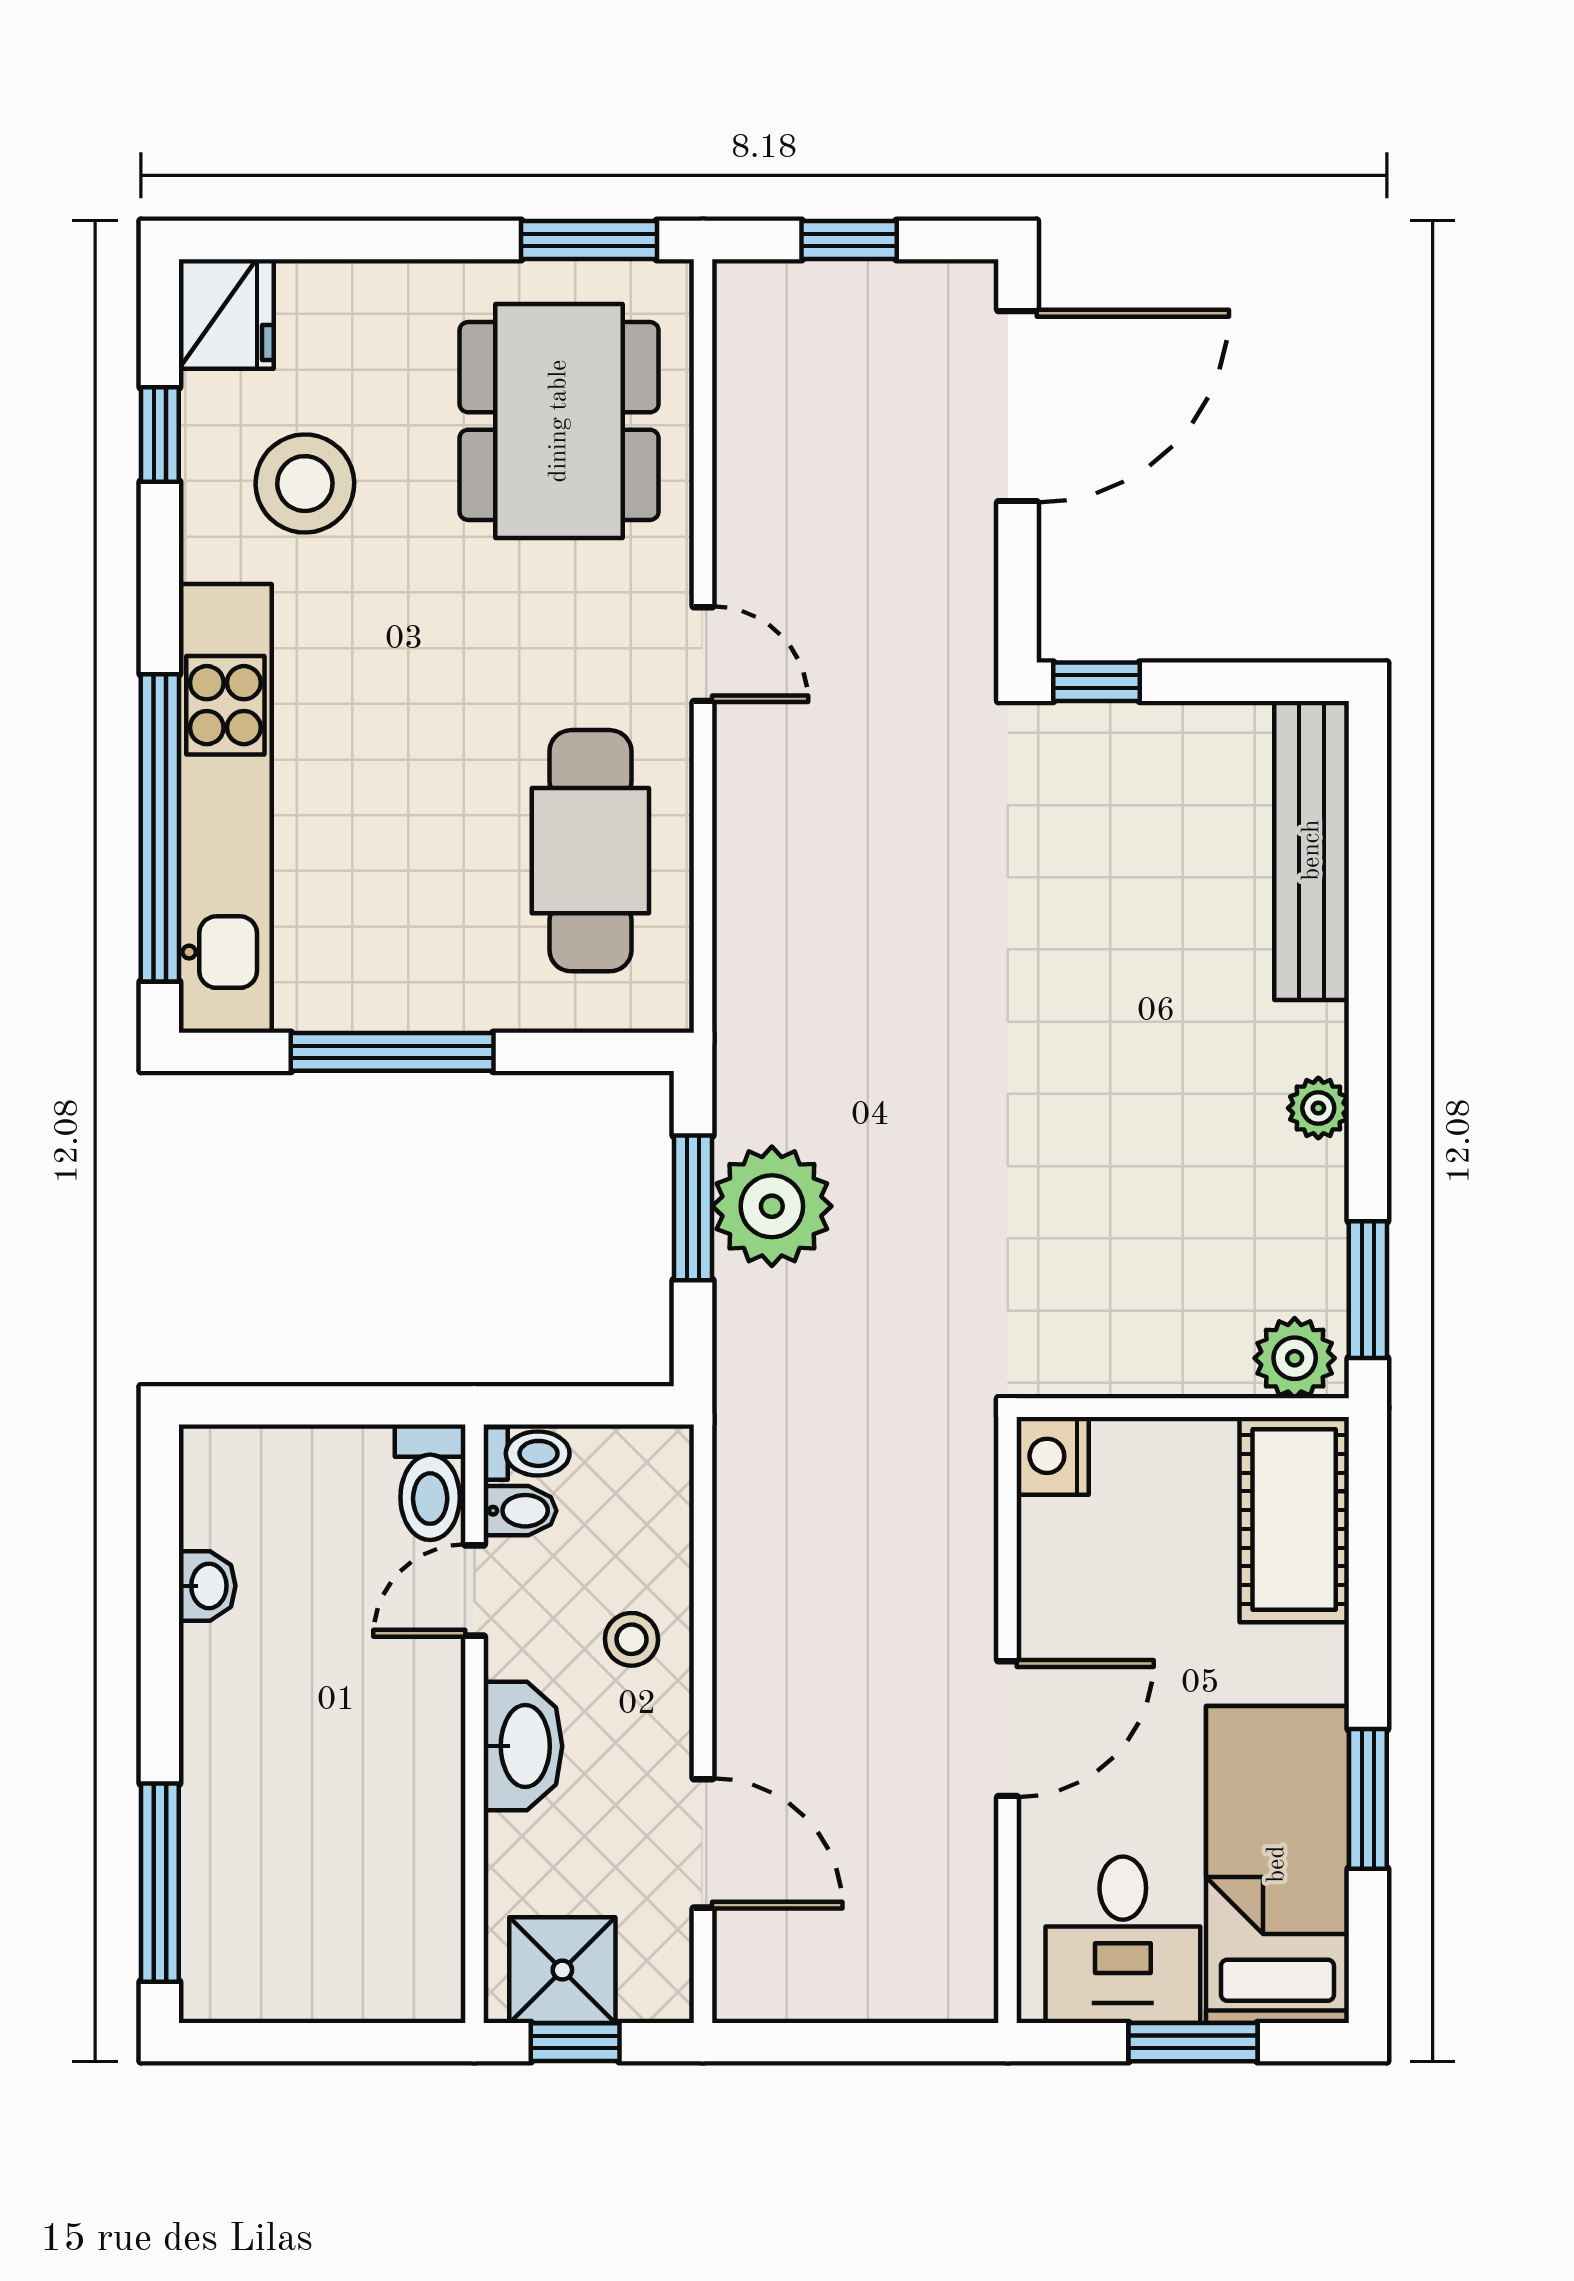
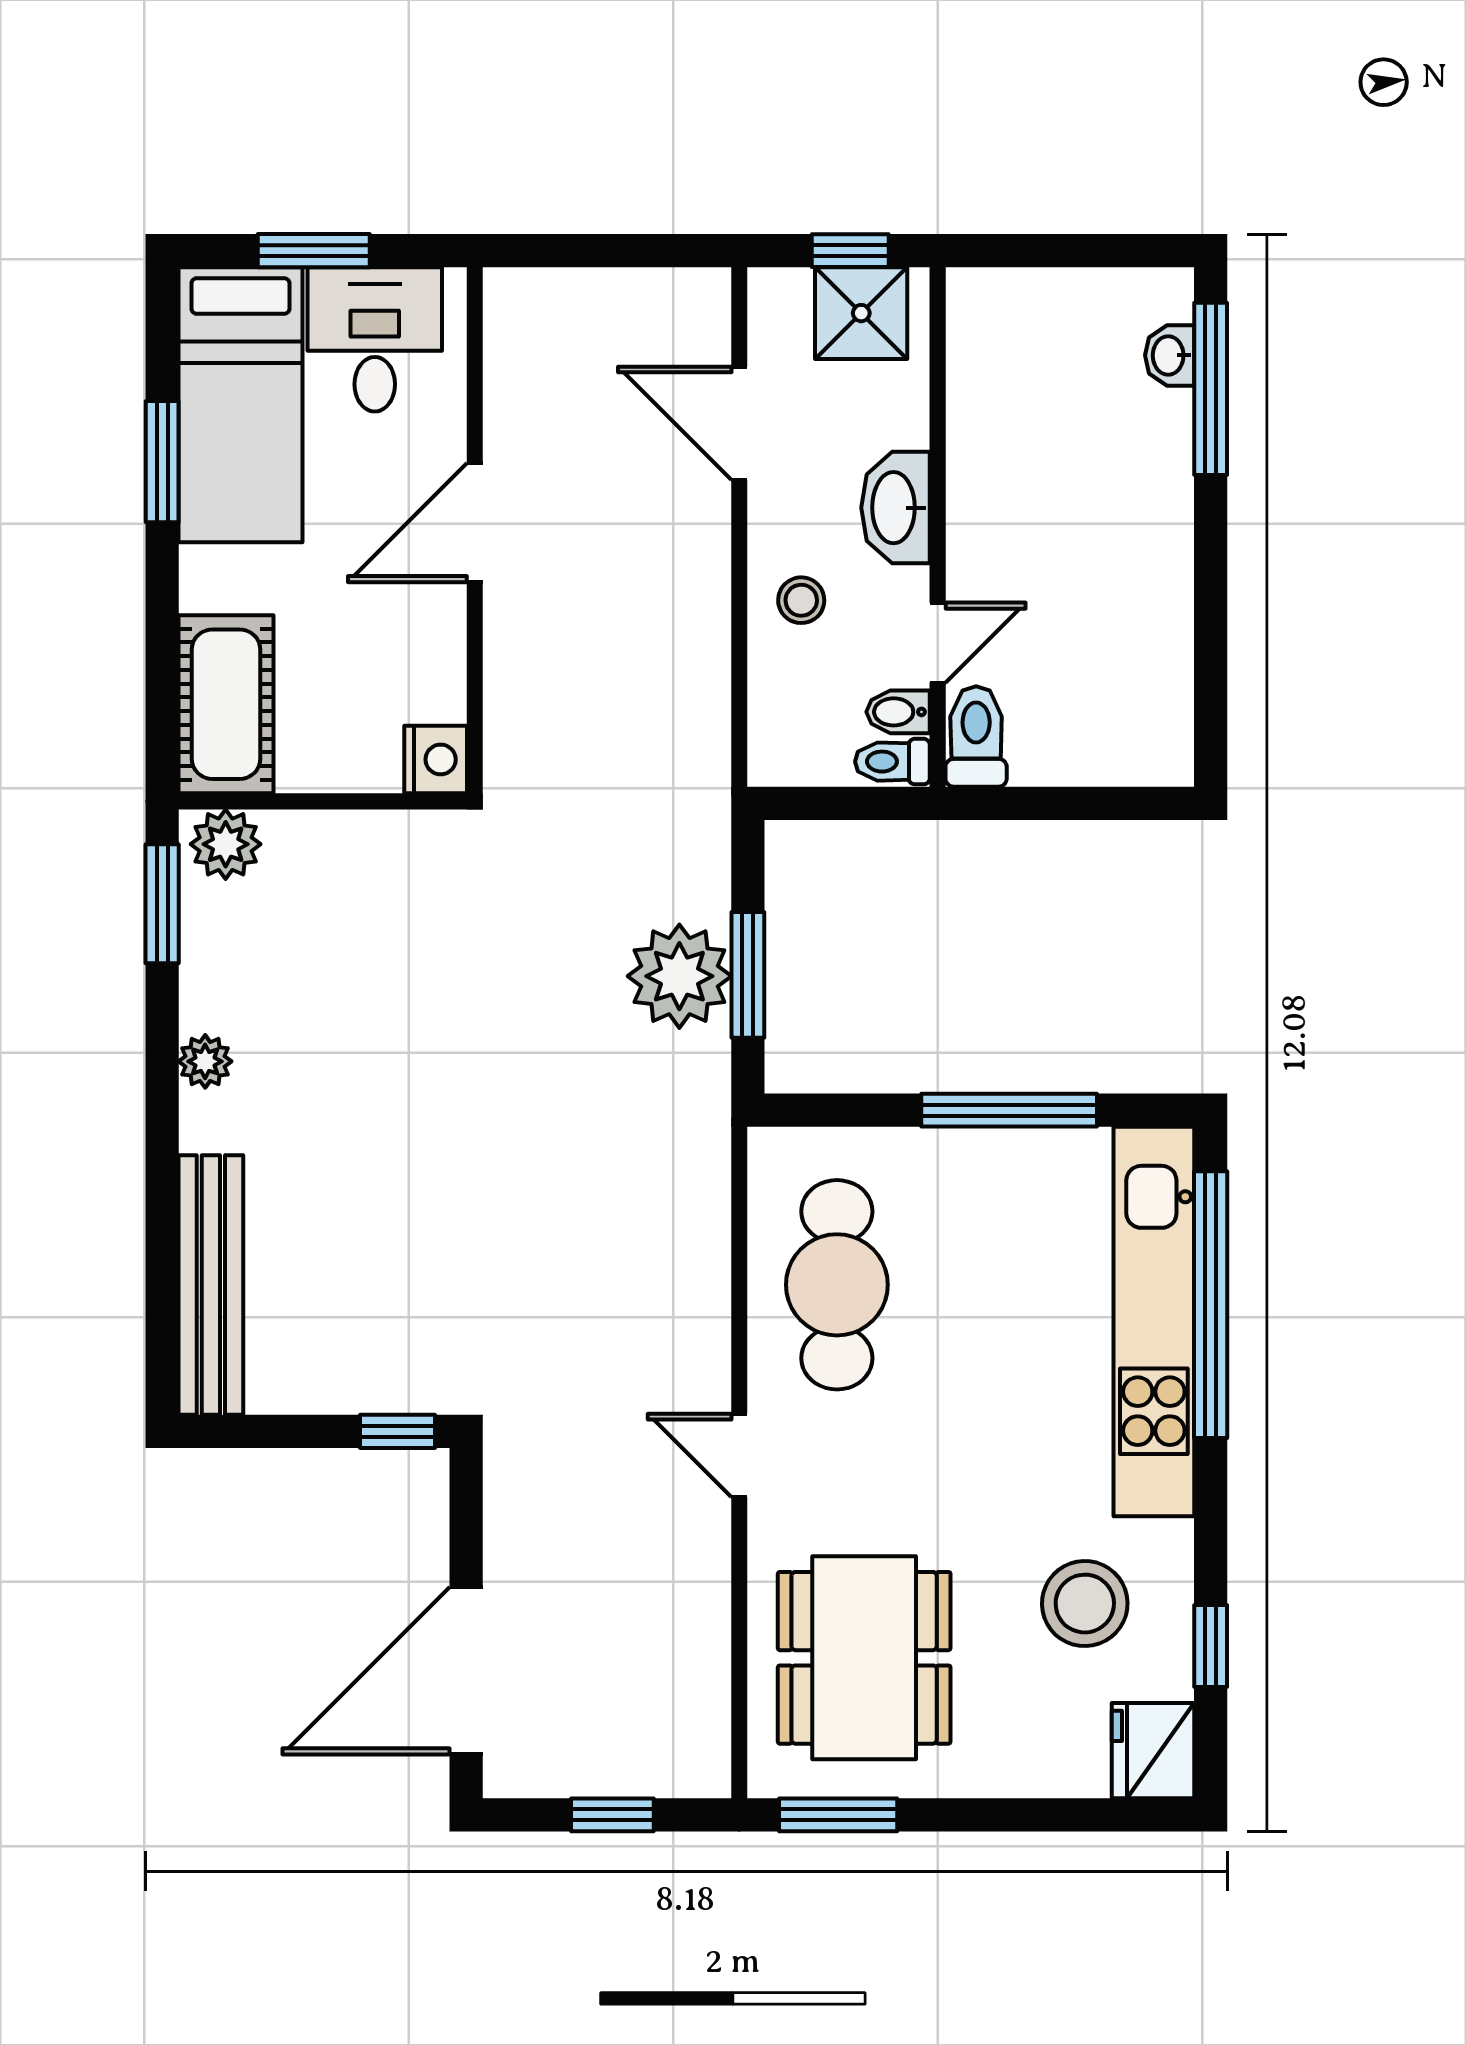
washbasin: (207, 1586) -> (1170, 355), moved

